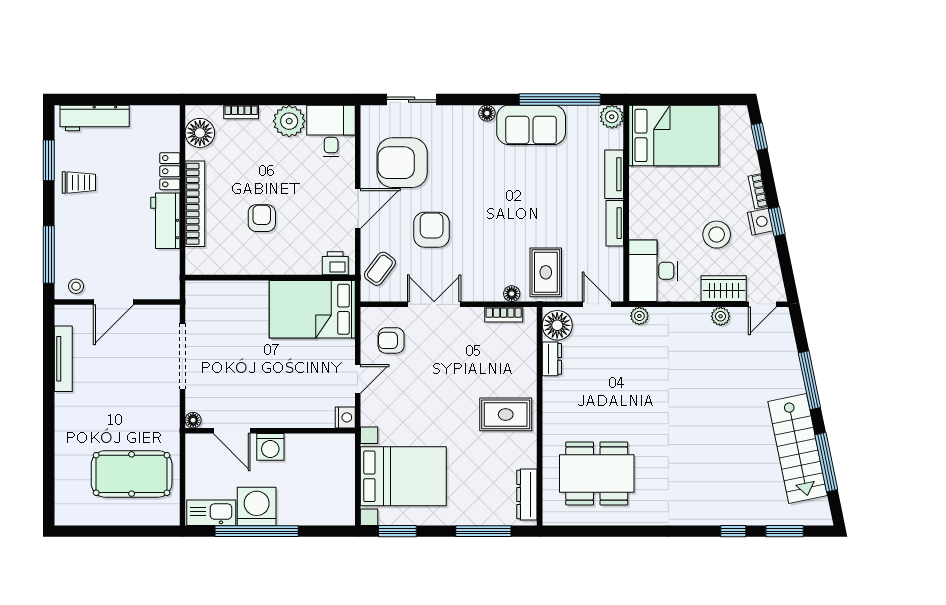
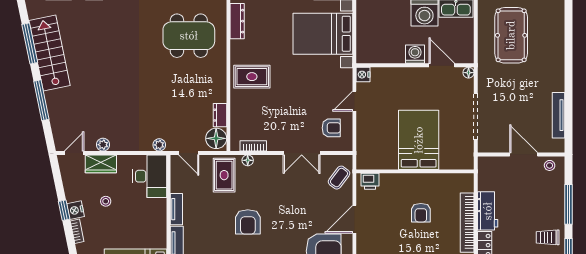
armchair: (432, 230) -> (248, 222), moved
stool: (717, 235) -> (106, 201), width x0.53, depth x0.53
window: (49, 255) -> (569, 204), moved
door: (114, 302) -> (524, 154), hinge flipped
bed: (312, 309) -> (419, 140), moved, turned -90
pool table: (132, 474) -> (511, 35), turned 90

